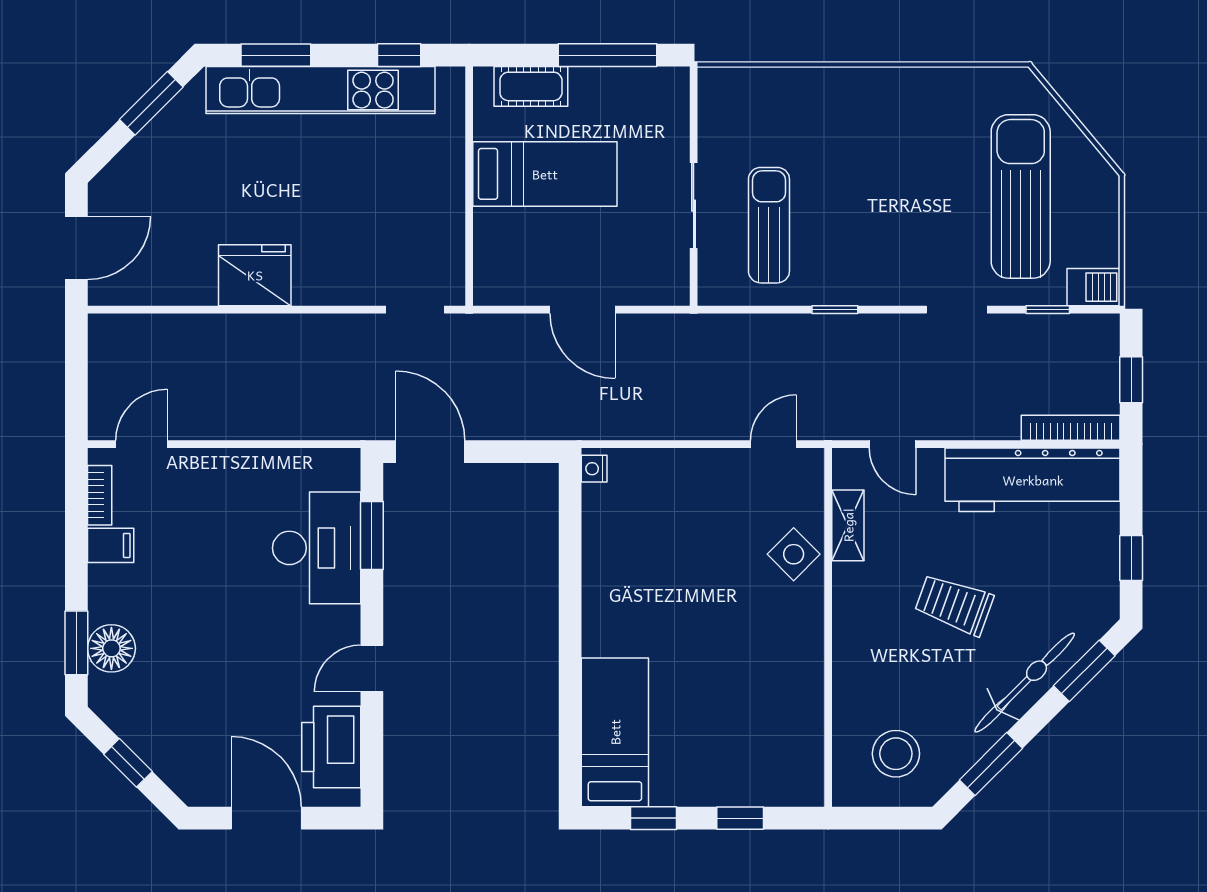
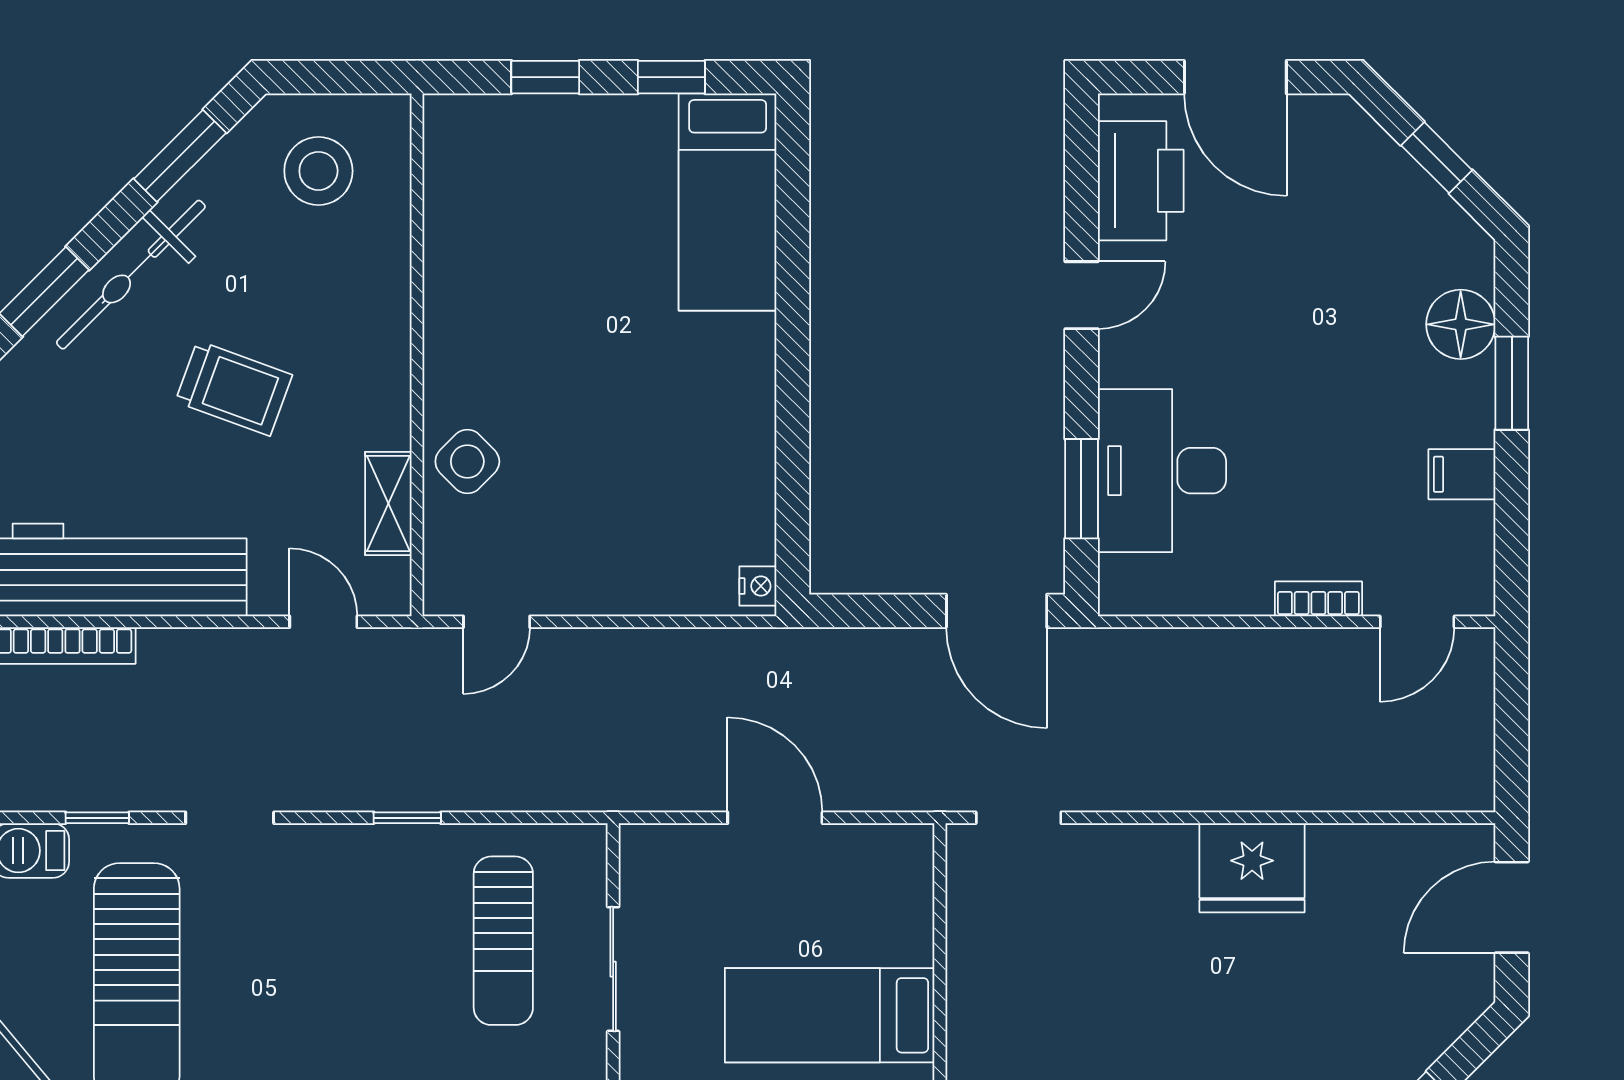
bookcase: (100, 495) -> (1318, 599), moved, turned 90
window: (76, 643) -> (1512, 383), moved

